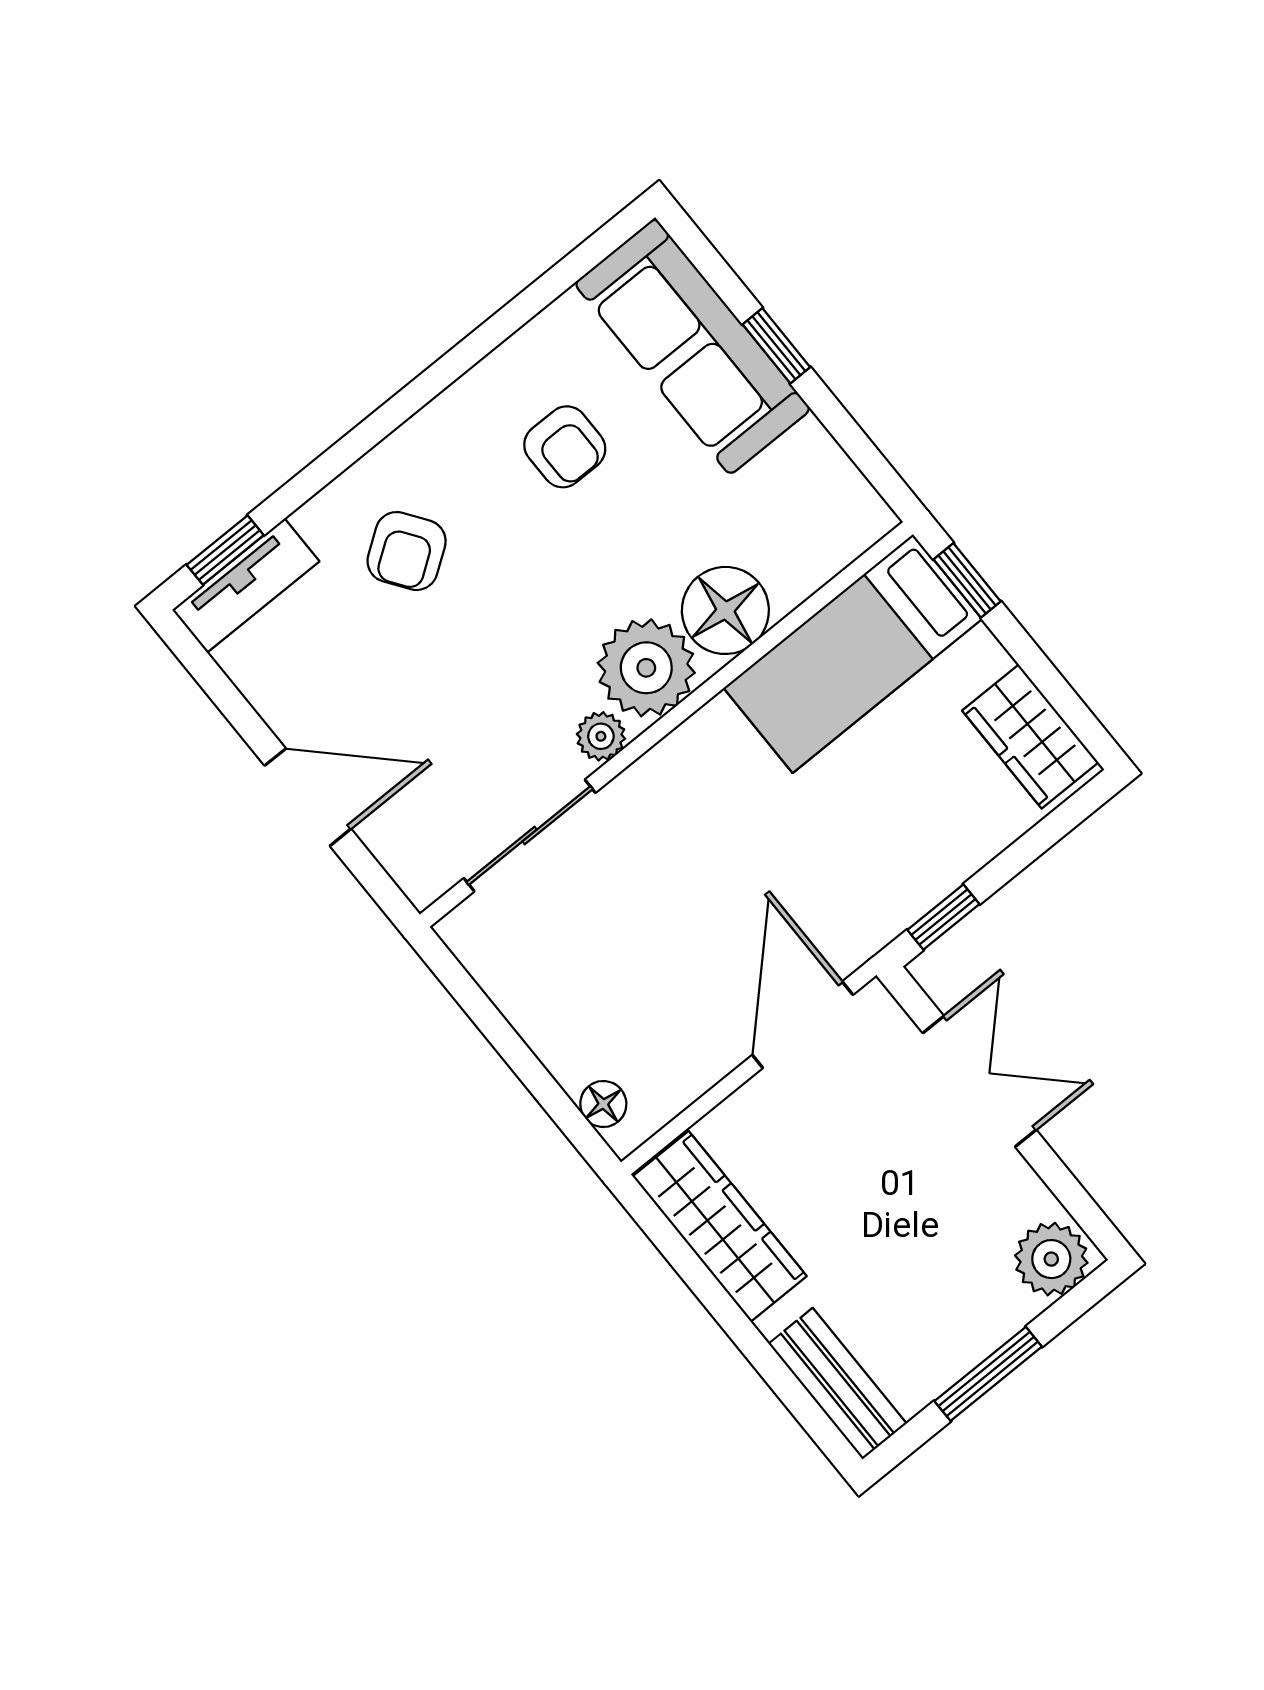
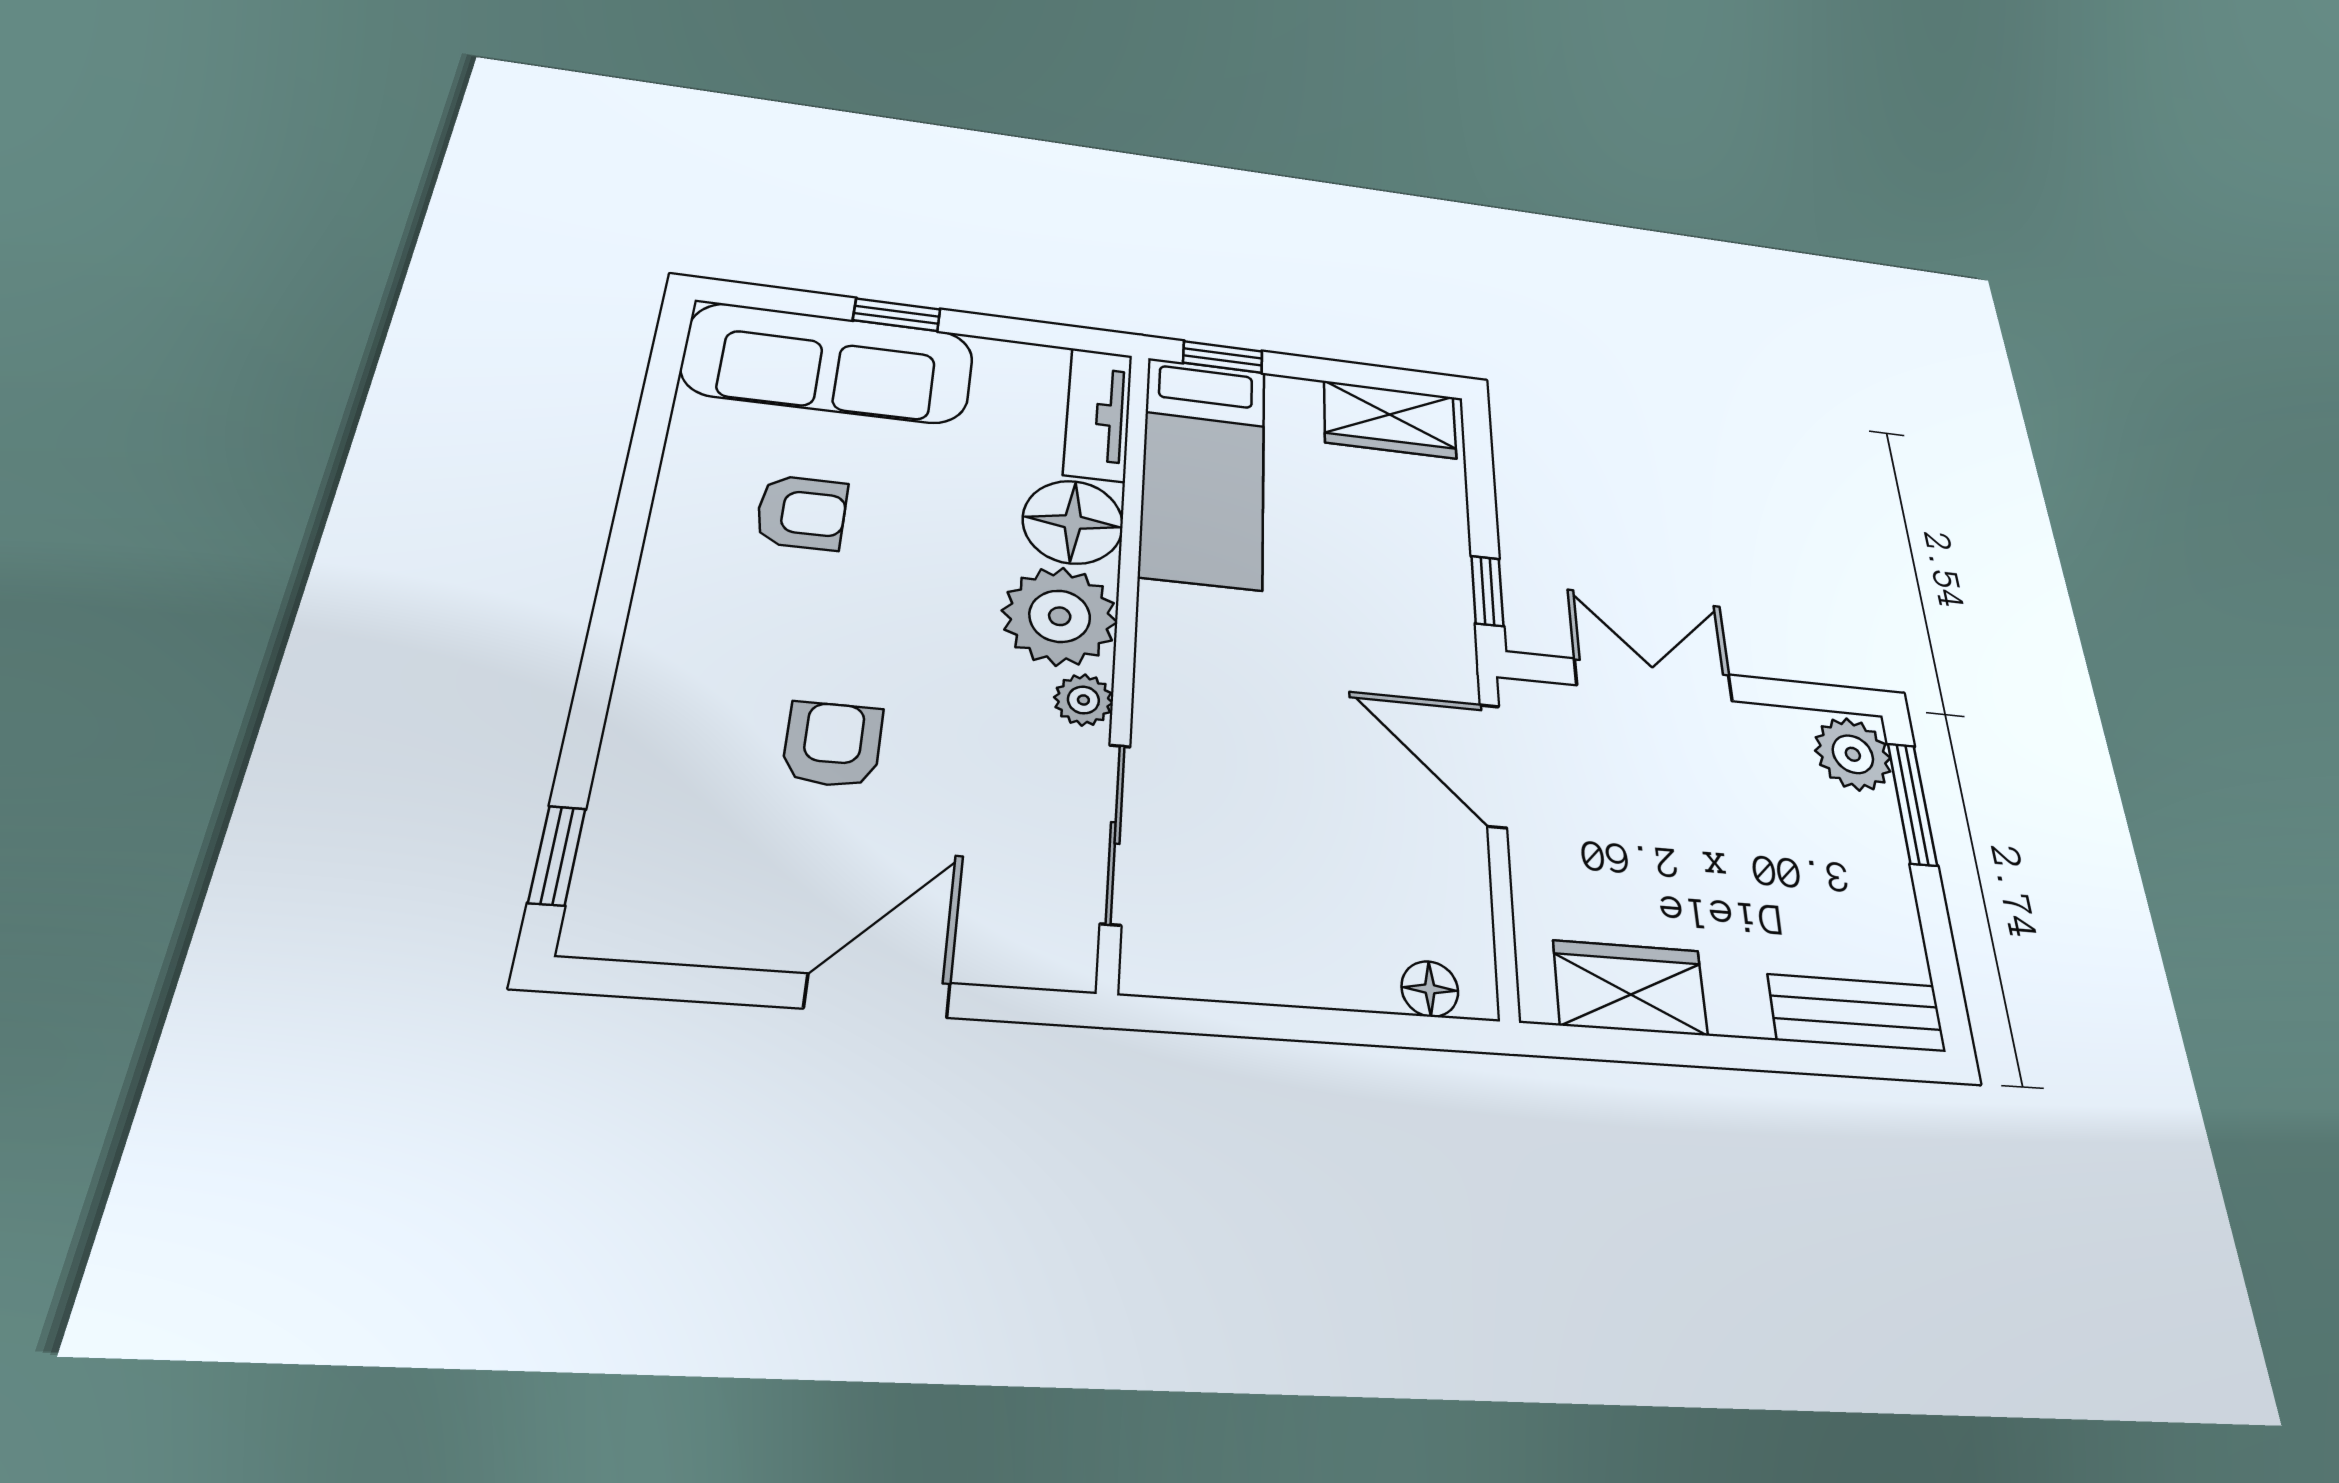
armchair: (407, 551) -> (833, 744), moved, turned -145
tv unit: (246, 586) -> (1098, 414), moved, turned 180
wardrobe: (720, 1226) -> (1630, 988), width x0.67
window: (988, 1374) -> (1912, 804), moved

